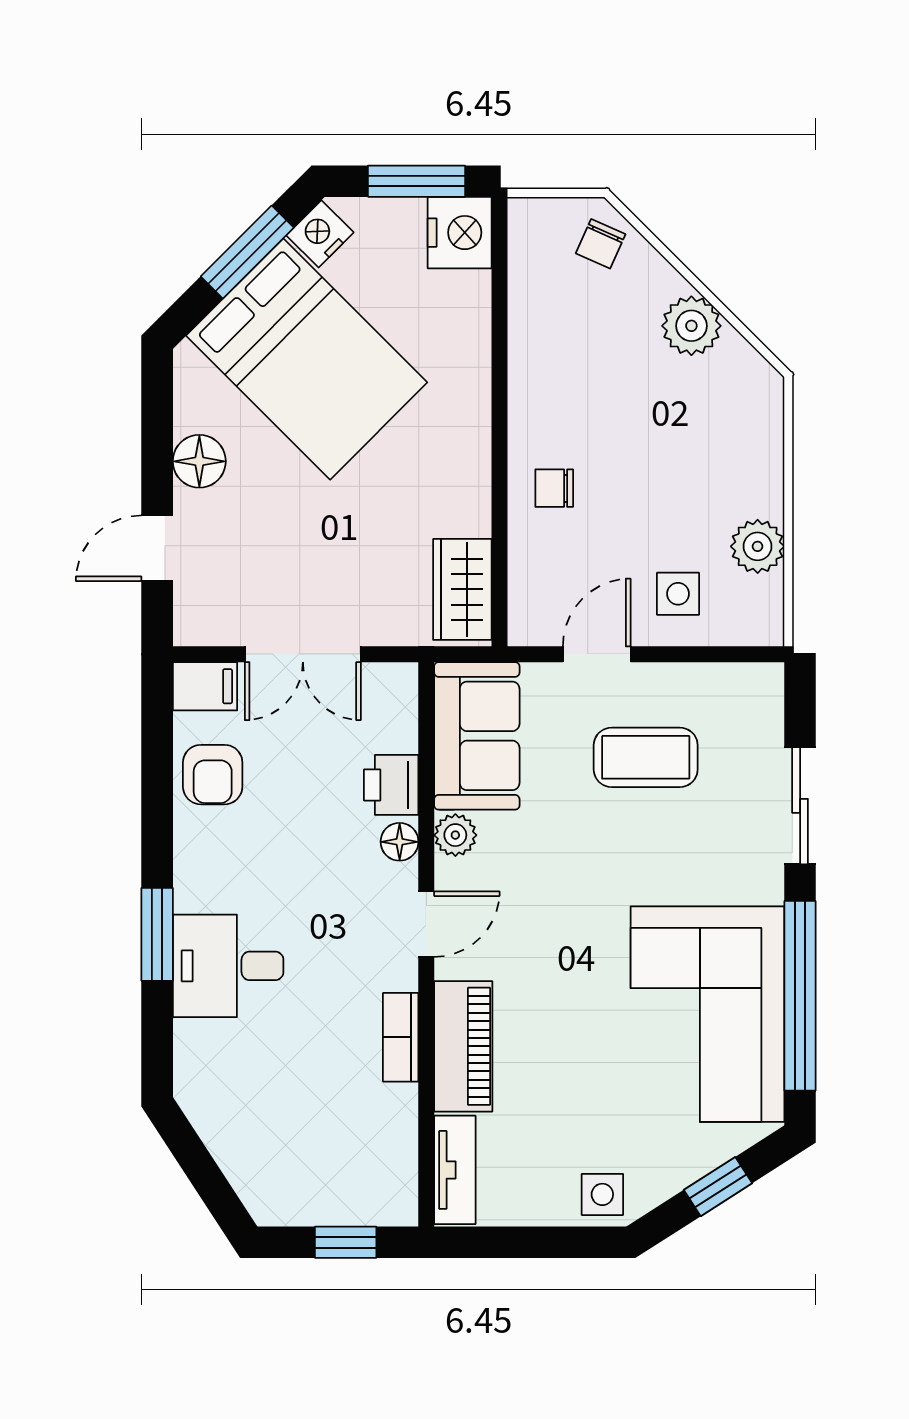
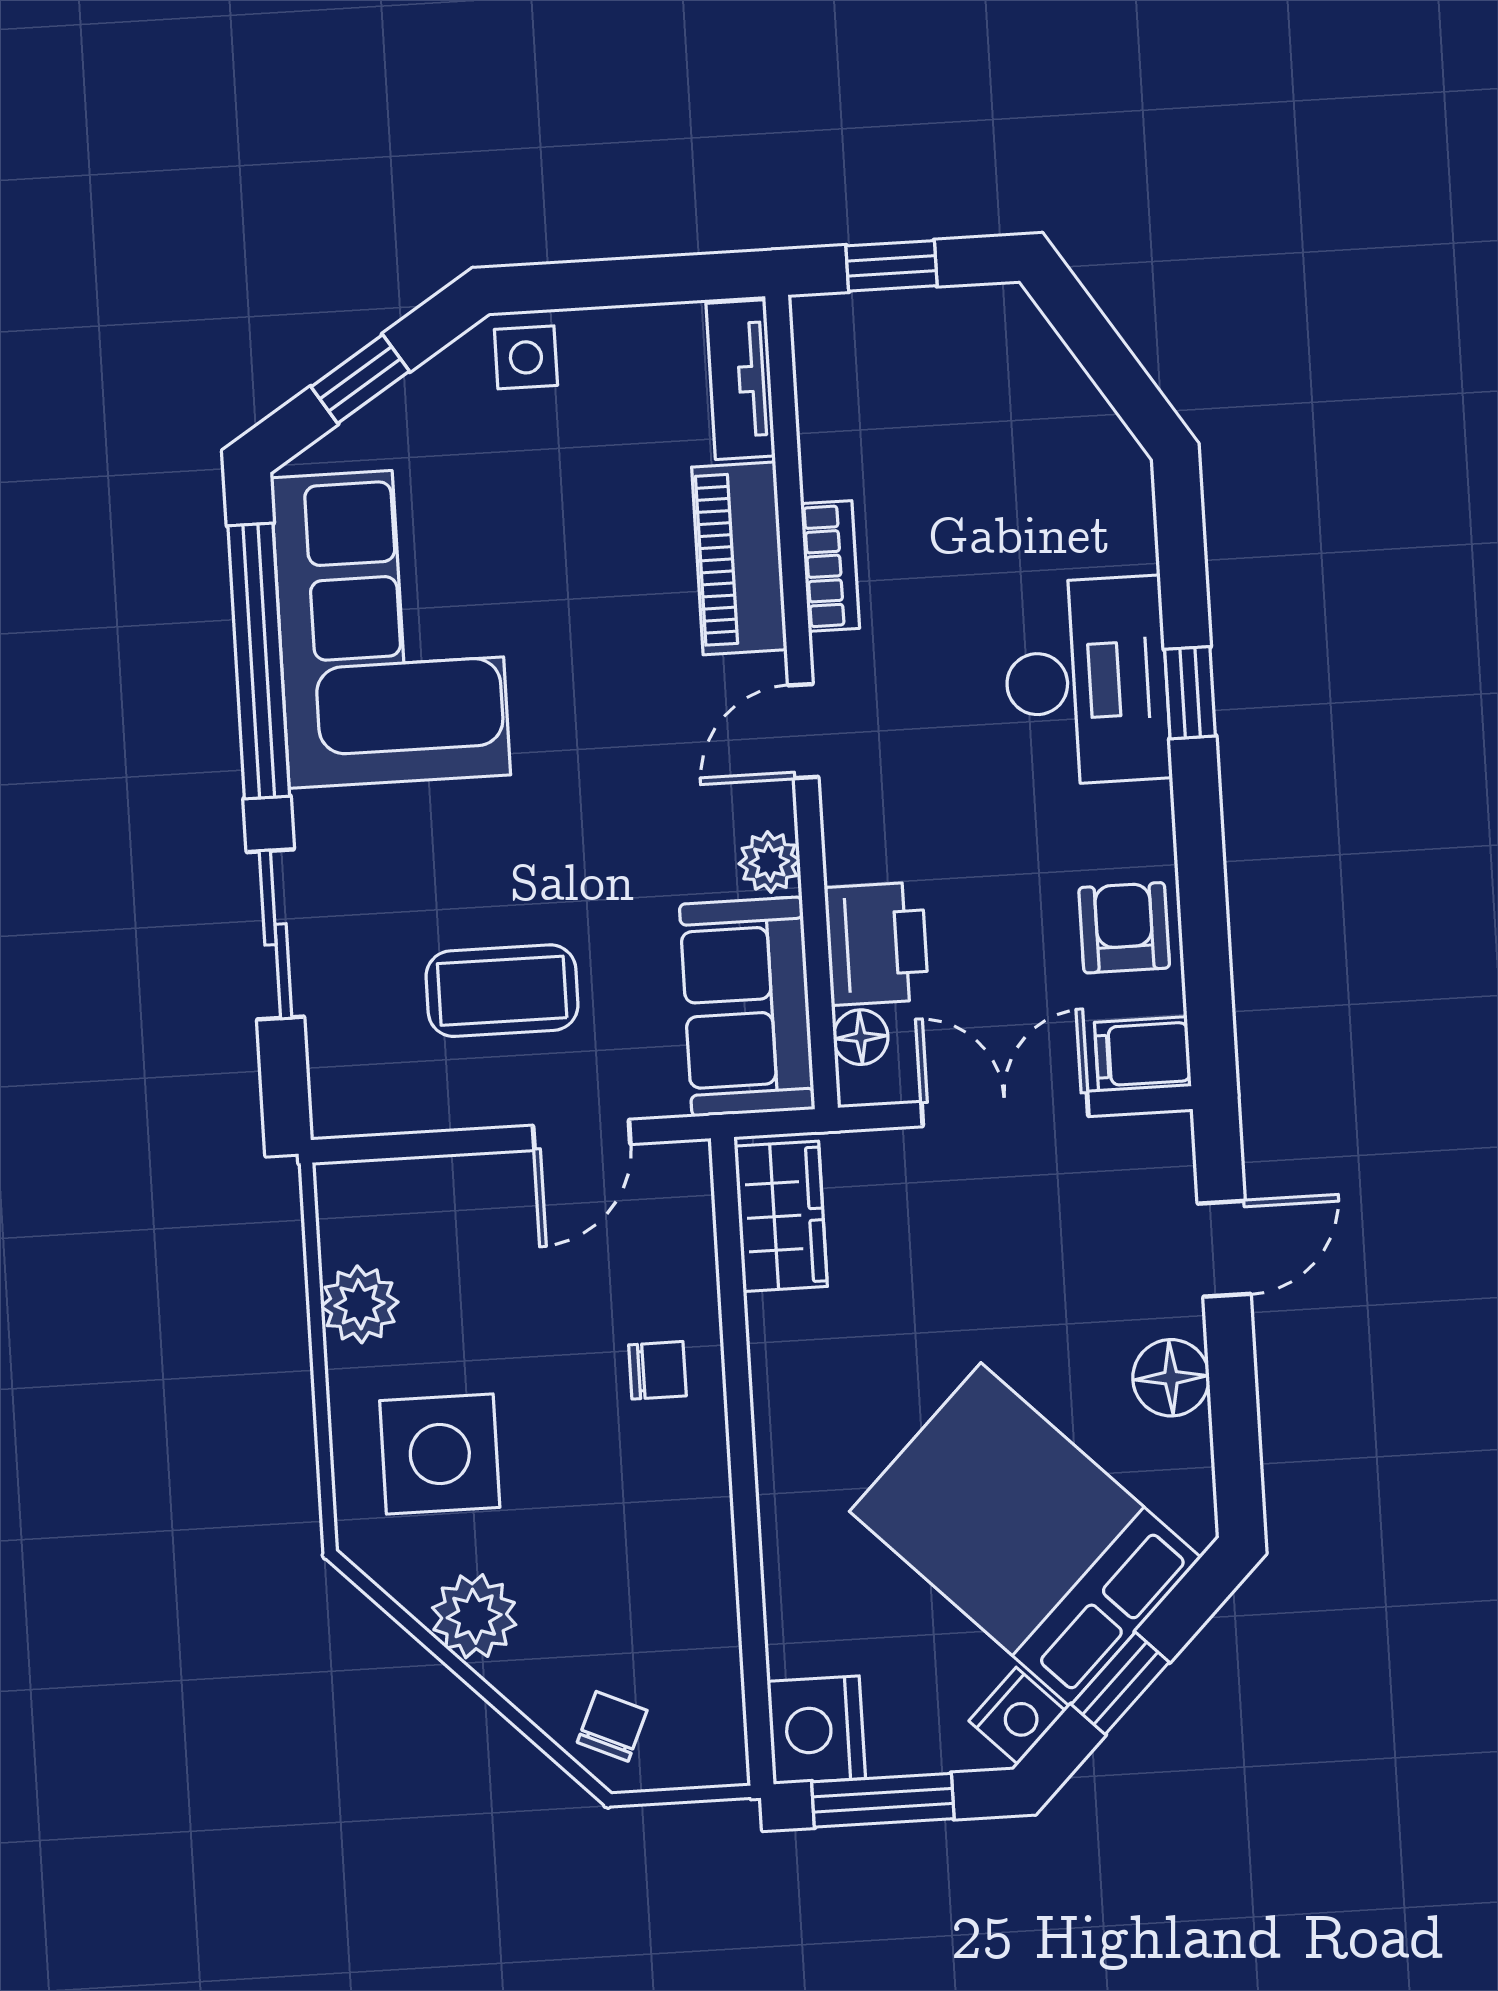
window: (247, 252) -> (1120, 1683), width x0.67
side table: (678, 594) -> (440, 1454), moved, width x1.87, depth x1.87
printer: (391, 785) -> (877, 944), width x1.36, depth x1.24
floor lamp: (400, 842) -> (861, 1037), moved
window: (157, 934) -> (1190, 693), width x0.67
desk: (228, 966) -> (1087, 681), width x1.37

